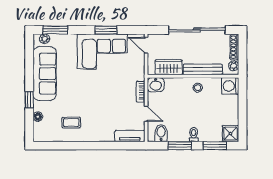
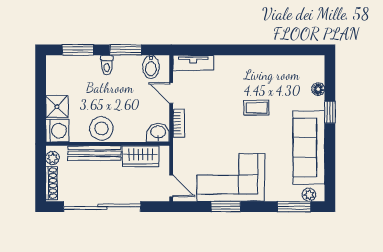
stool: (198, 88) -> (101, 128), width x1.89, depth x1.89
coffee table: (71, 123) -> (257, 108), moved
shower: (230, 134) -> (57, 107), moved

